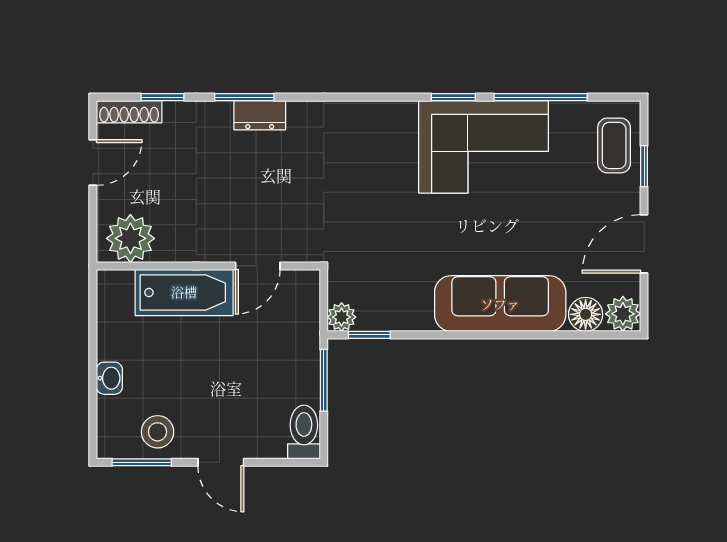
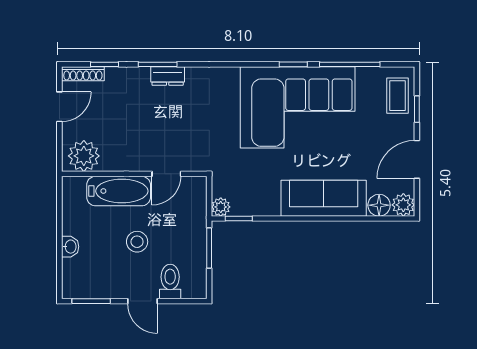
corner sofa: (484, 147) -> (298, 107), width x1.36, depth x1.36
stool: (158, 432) -> (137, 242), moved
toilet: (304, 432) -> (170, 282), moved

